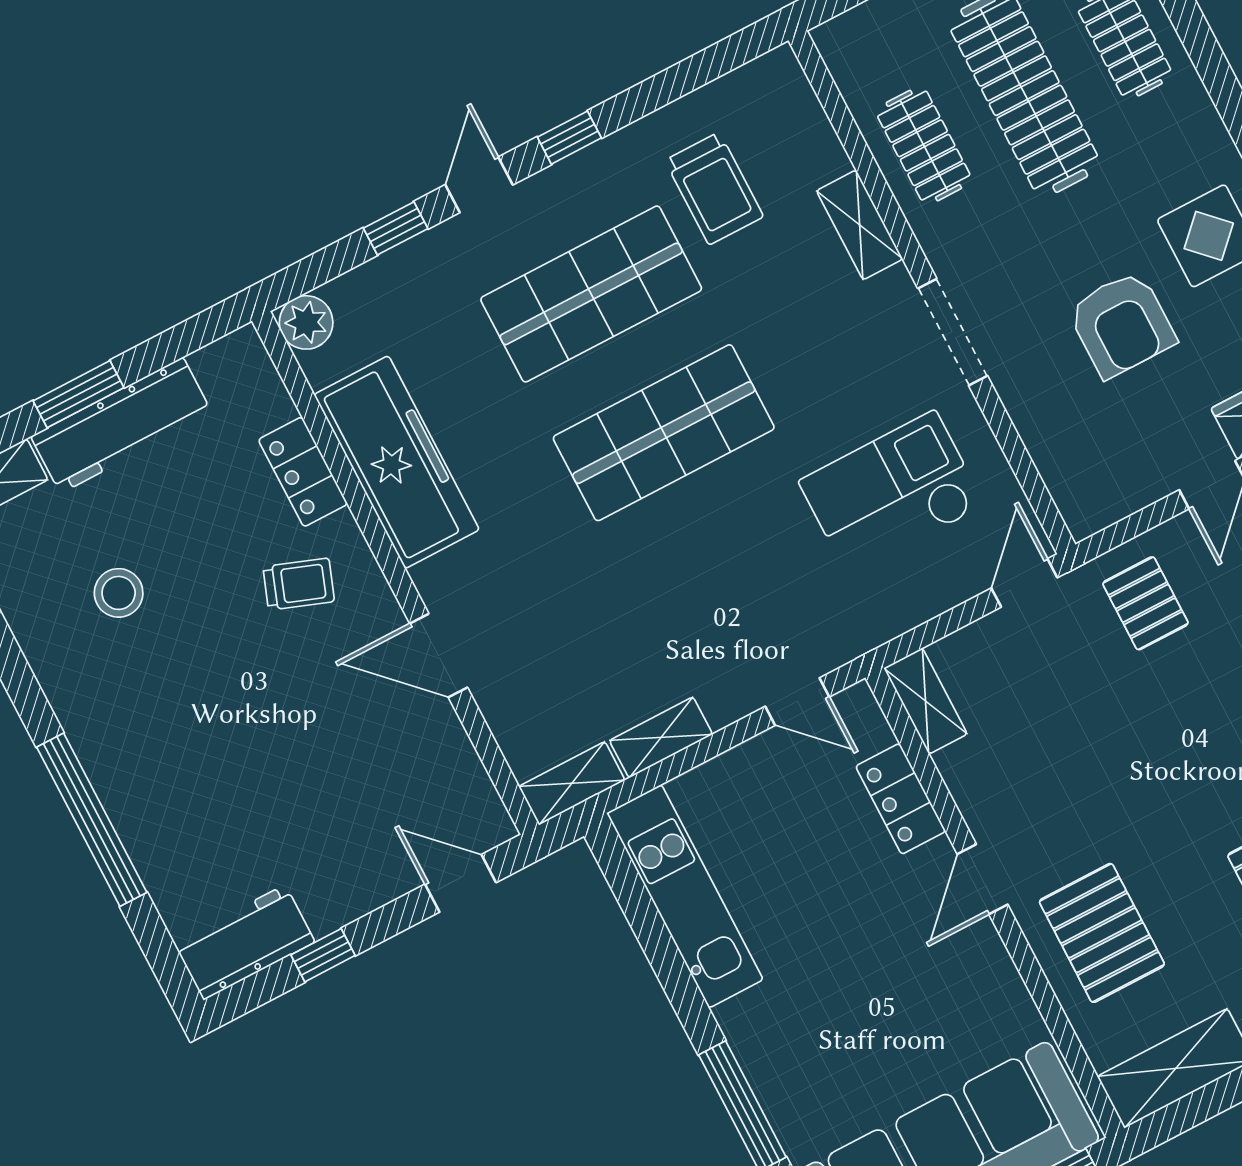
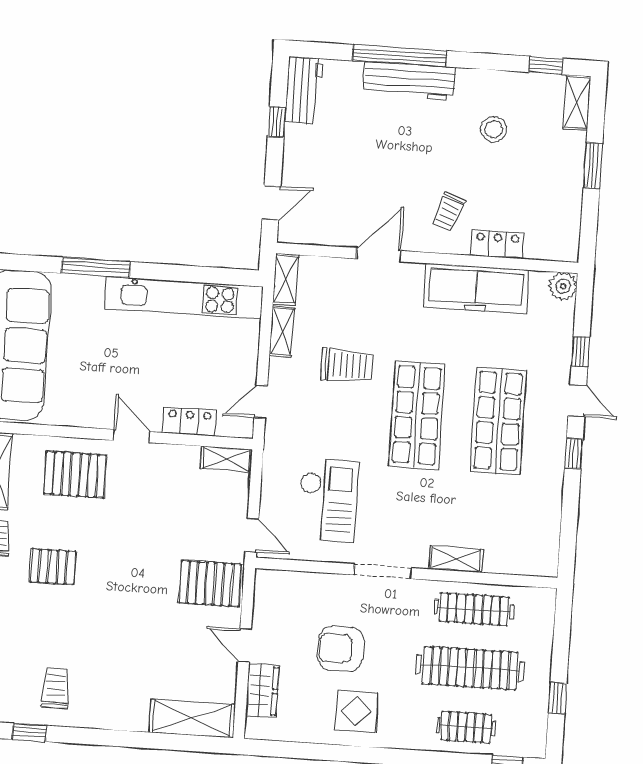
clothes rail: (924, 146) -> (474, 609), width x1.36
trolley: (714, 189) -> (347, 365), moved, turned 180
workbench: (122, 425) -> (409, 81), moved, turned -90
pallet: (1145, 603) -> (210, 583), width x1.50, depth x1.42
kitchen unit: (685, 896) -> (184, 298), width x1.36

